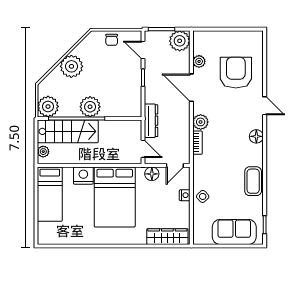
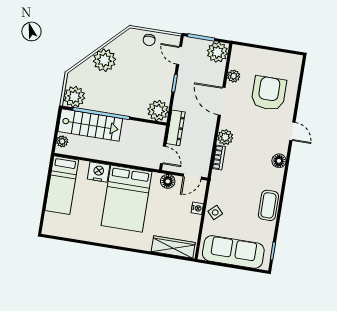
plant: (90, 107) -> (158, 111), moved
sofa: (234, 232) -> (233, 252), width x1.36

